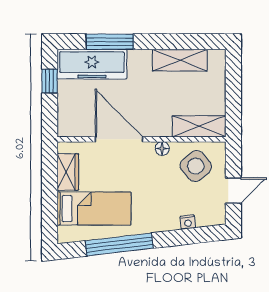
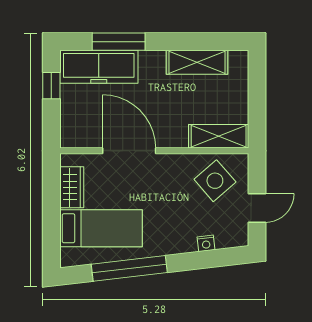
floor lamp: (162, 148) -> (177, 161), removed

